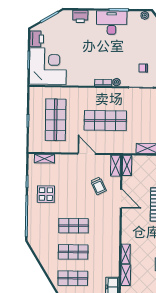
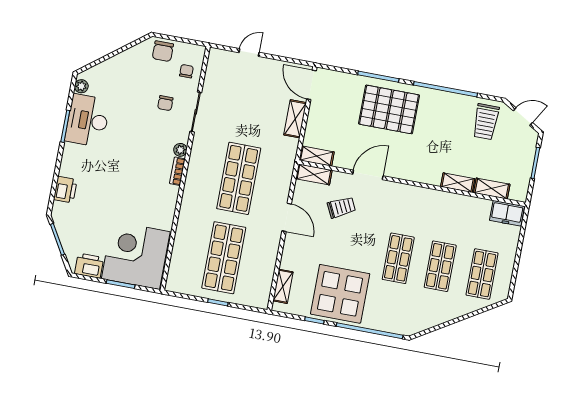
desk: (112, 23) -> (88, 120), moved
shop shelf: (56, 120) -> (224, 258), turned 90
door: (87, 154) -> (287, 217), swing flipped
display table: (46, 194) -> (340, 294), width x1.86, depth x1.86

